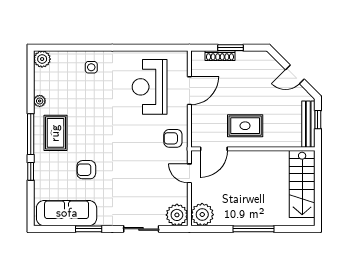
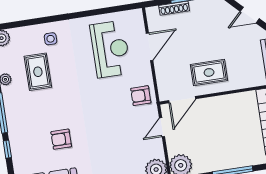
reception desk: (150, 87) -> (110, 49), turned 180
rug: (55, 133) -> (38, 72), moved
door: (189, 173) -> (162, 127), hinge flipped

